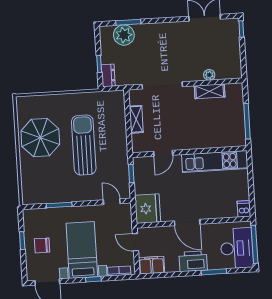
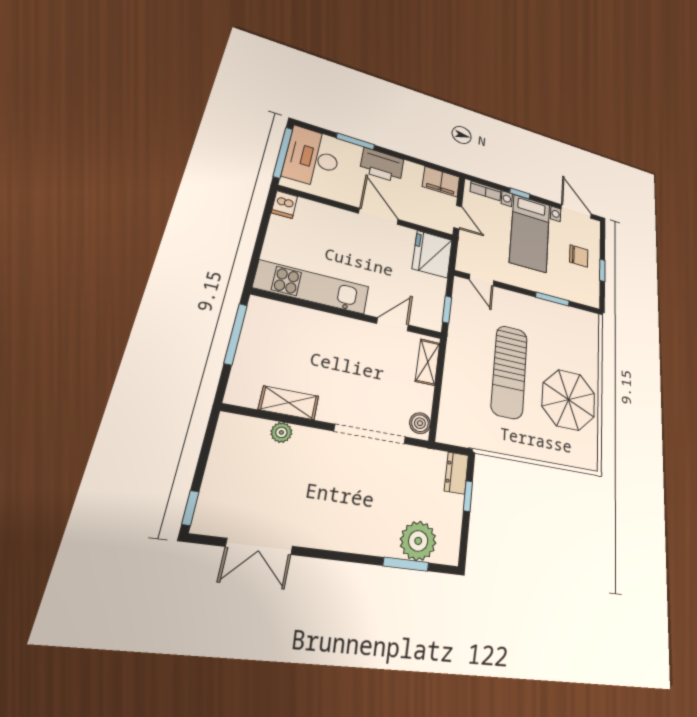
boiler: (135, 98) -> (420, 423), added
shelving: (136, 119) -> (428, 362), moved

